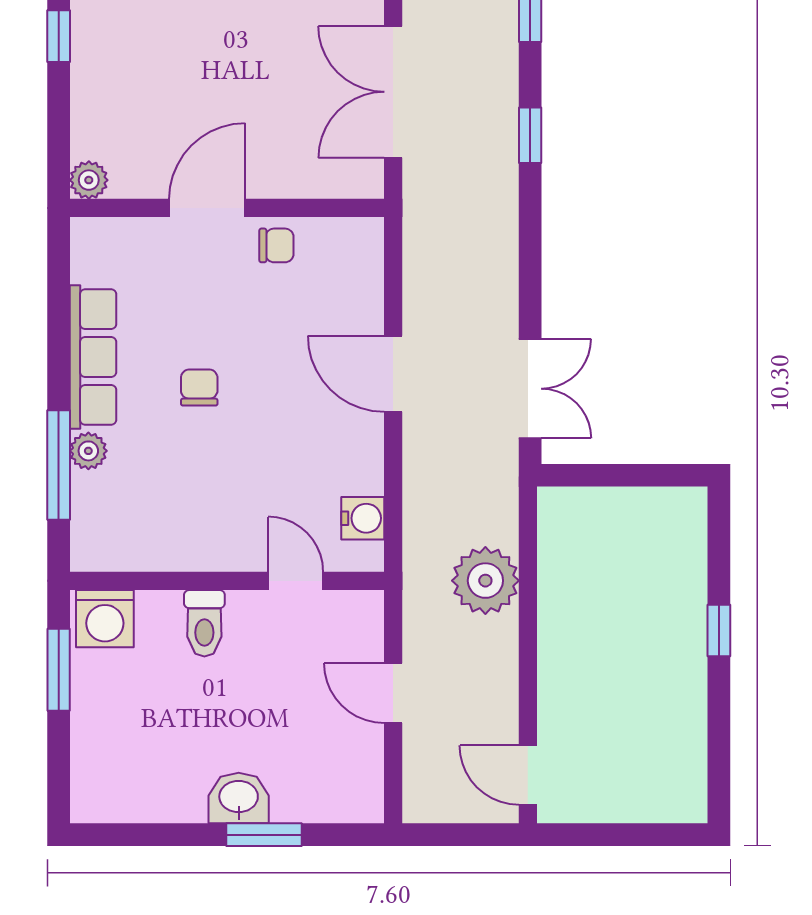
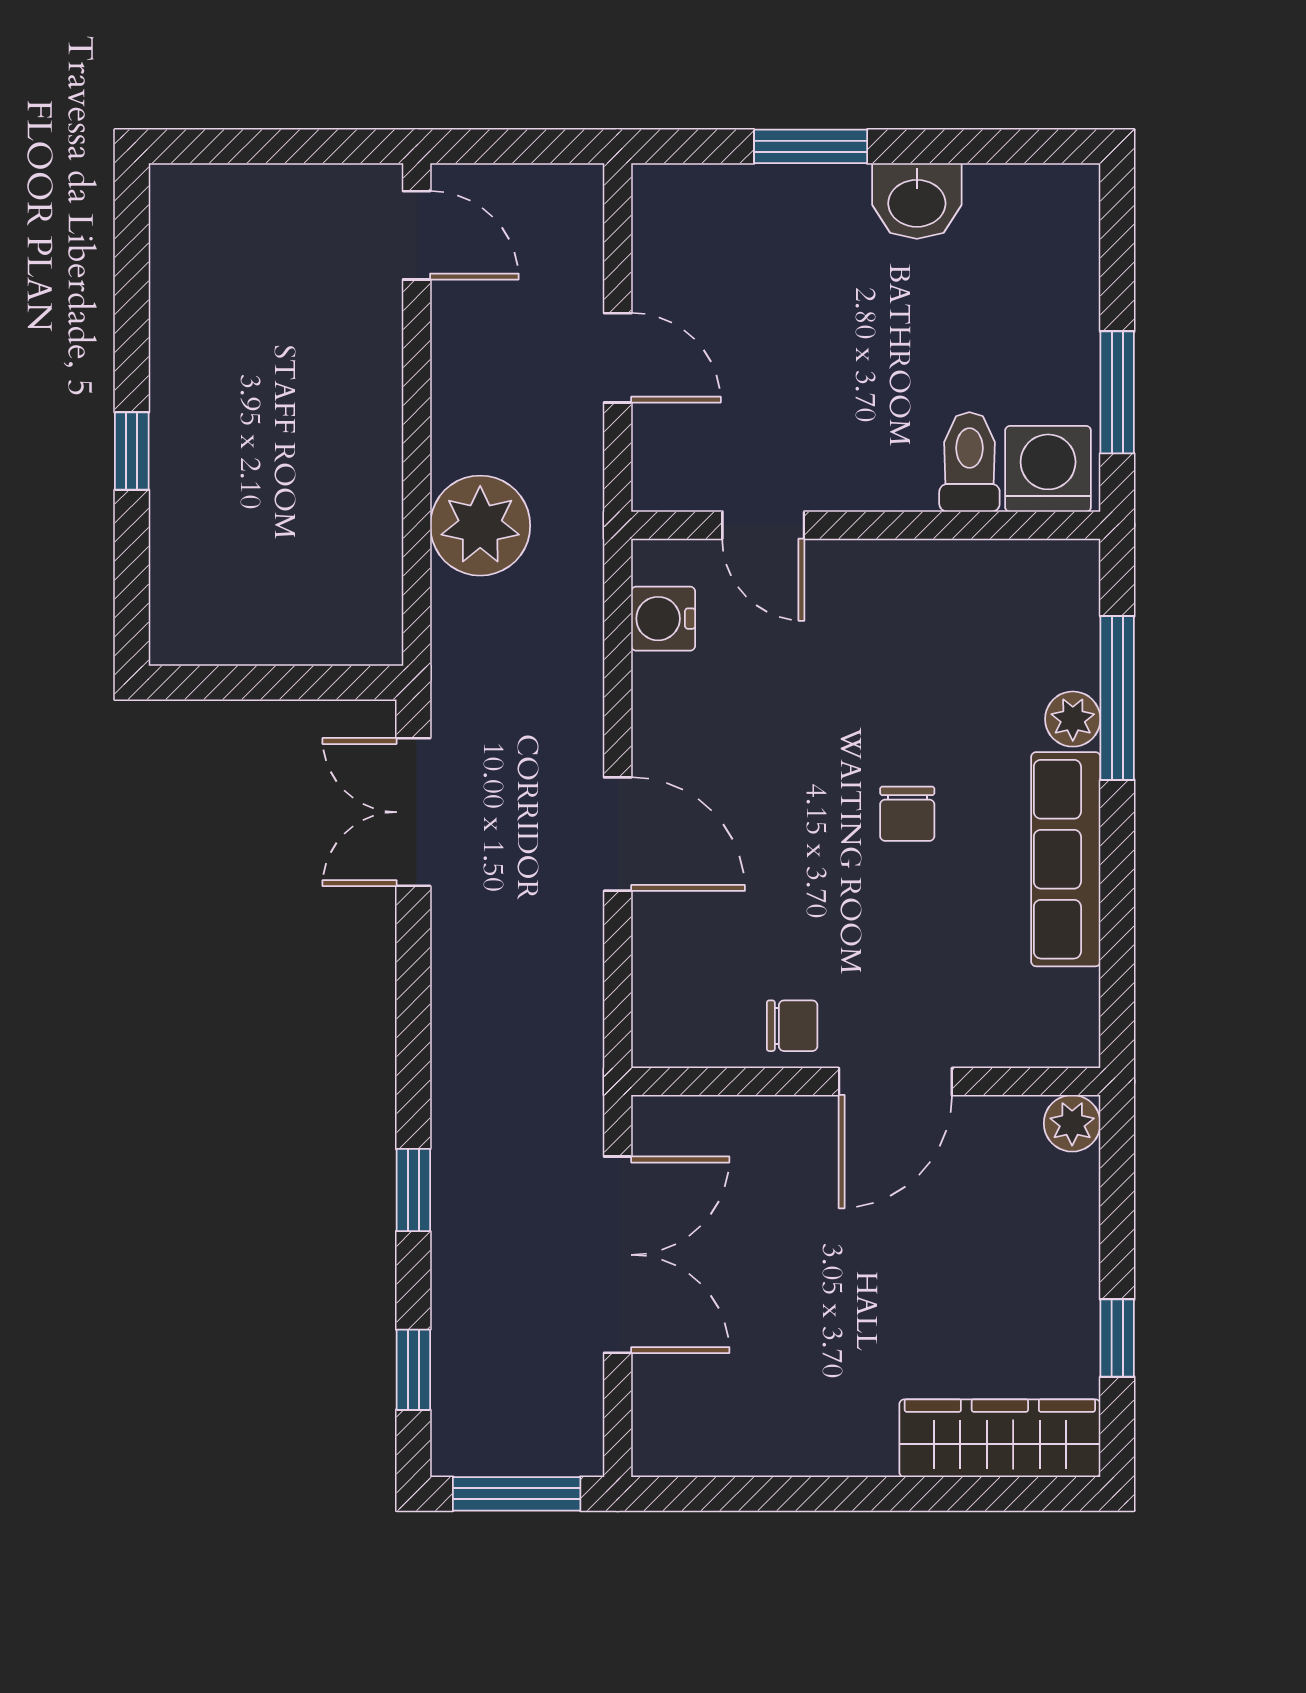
chair: (276, 245) -> (792, 1026), turned 180
toilet: (204, 623) -> (969, 462), moved
washbasin: (239, 798) -> (917, 201), moved

